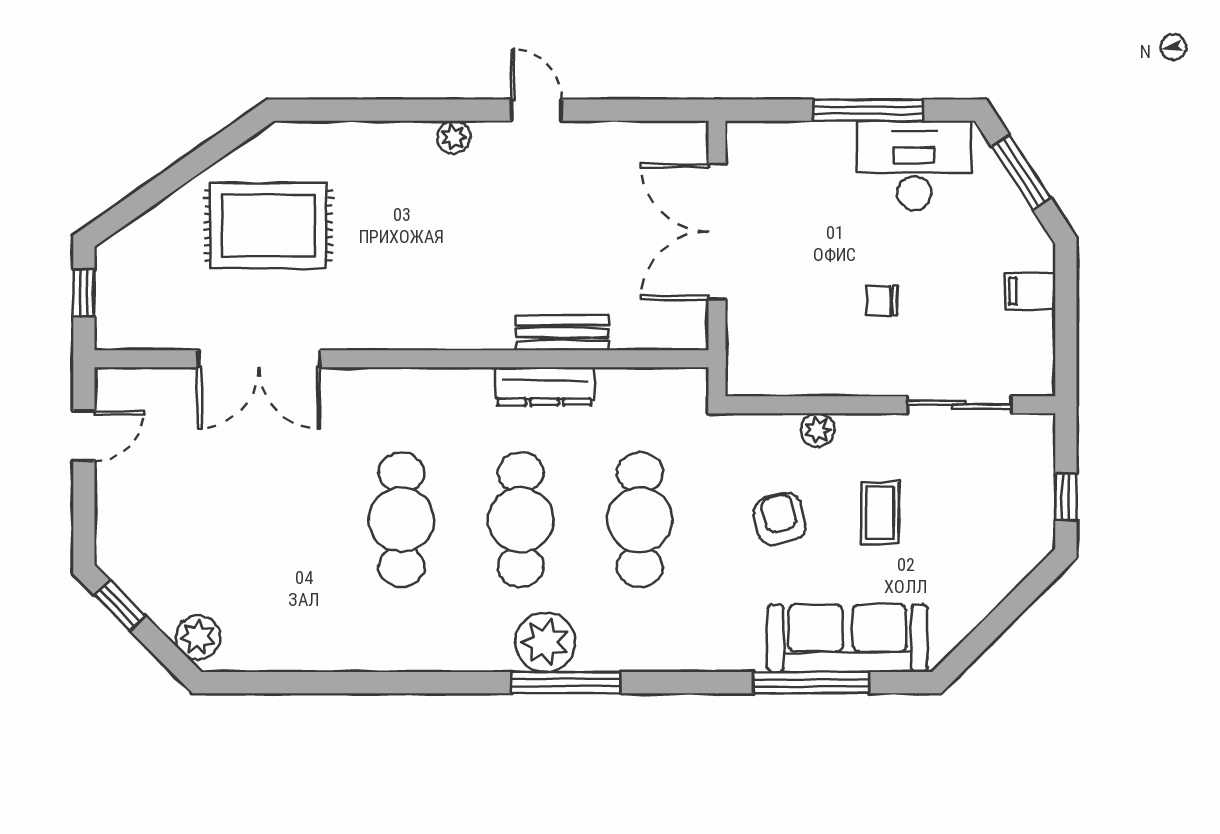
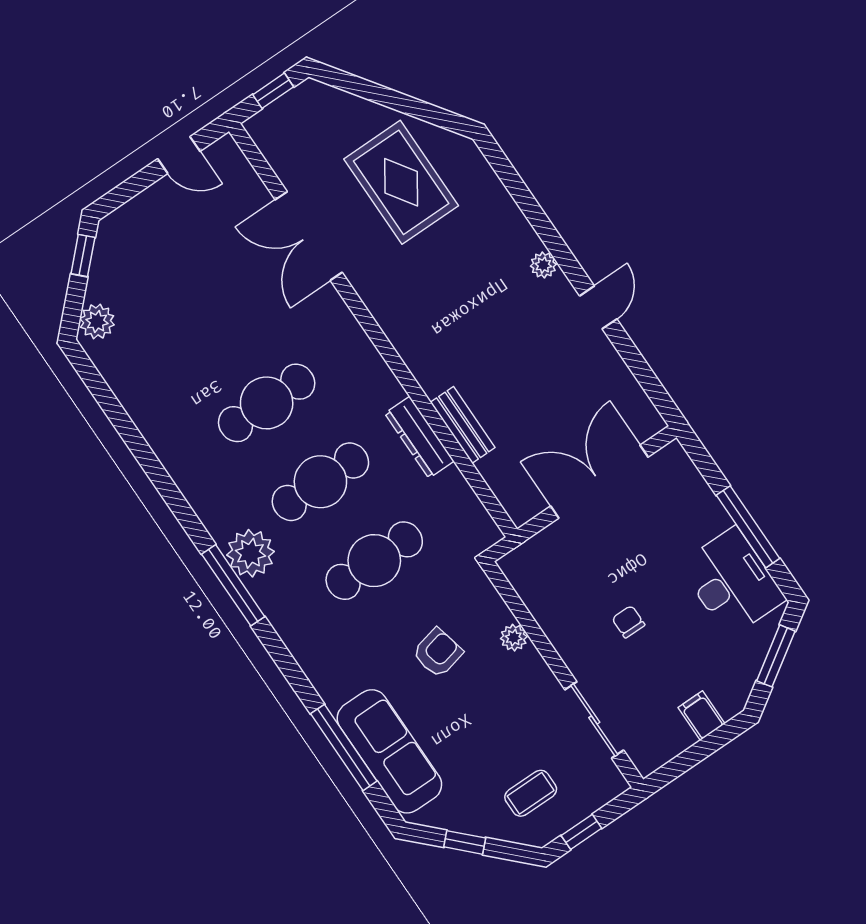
coffee table: (880, 513) -> (531, 793), moved
window: (994, 625) -> (465, 842), added

